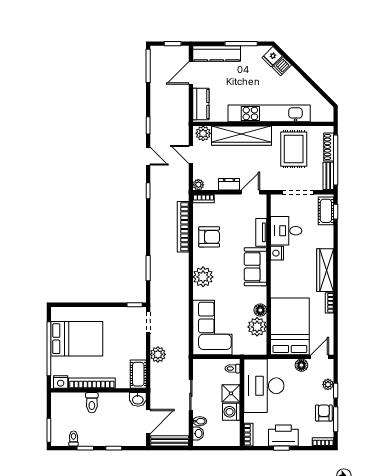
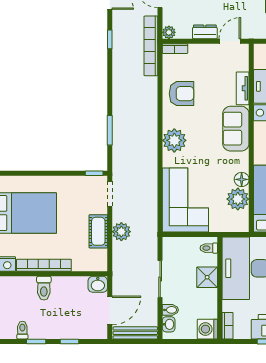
bookcase: (183, 227) -> (151, 46), moved
cot: (138, 374) -> (98, 231), moved
washing machine: (231, 412) -> (207, 329), moved

